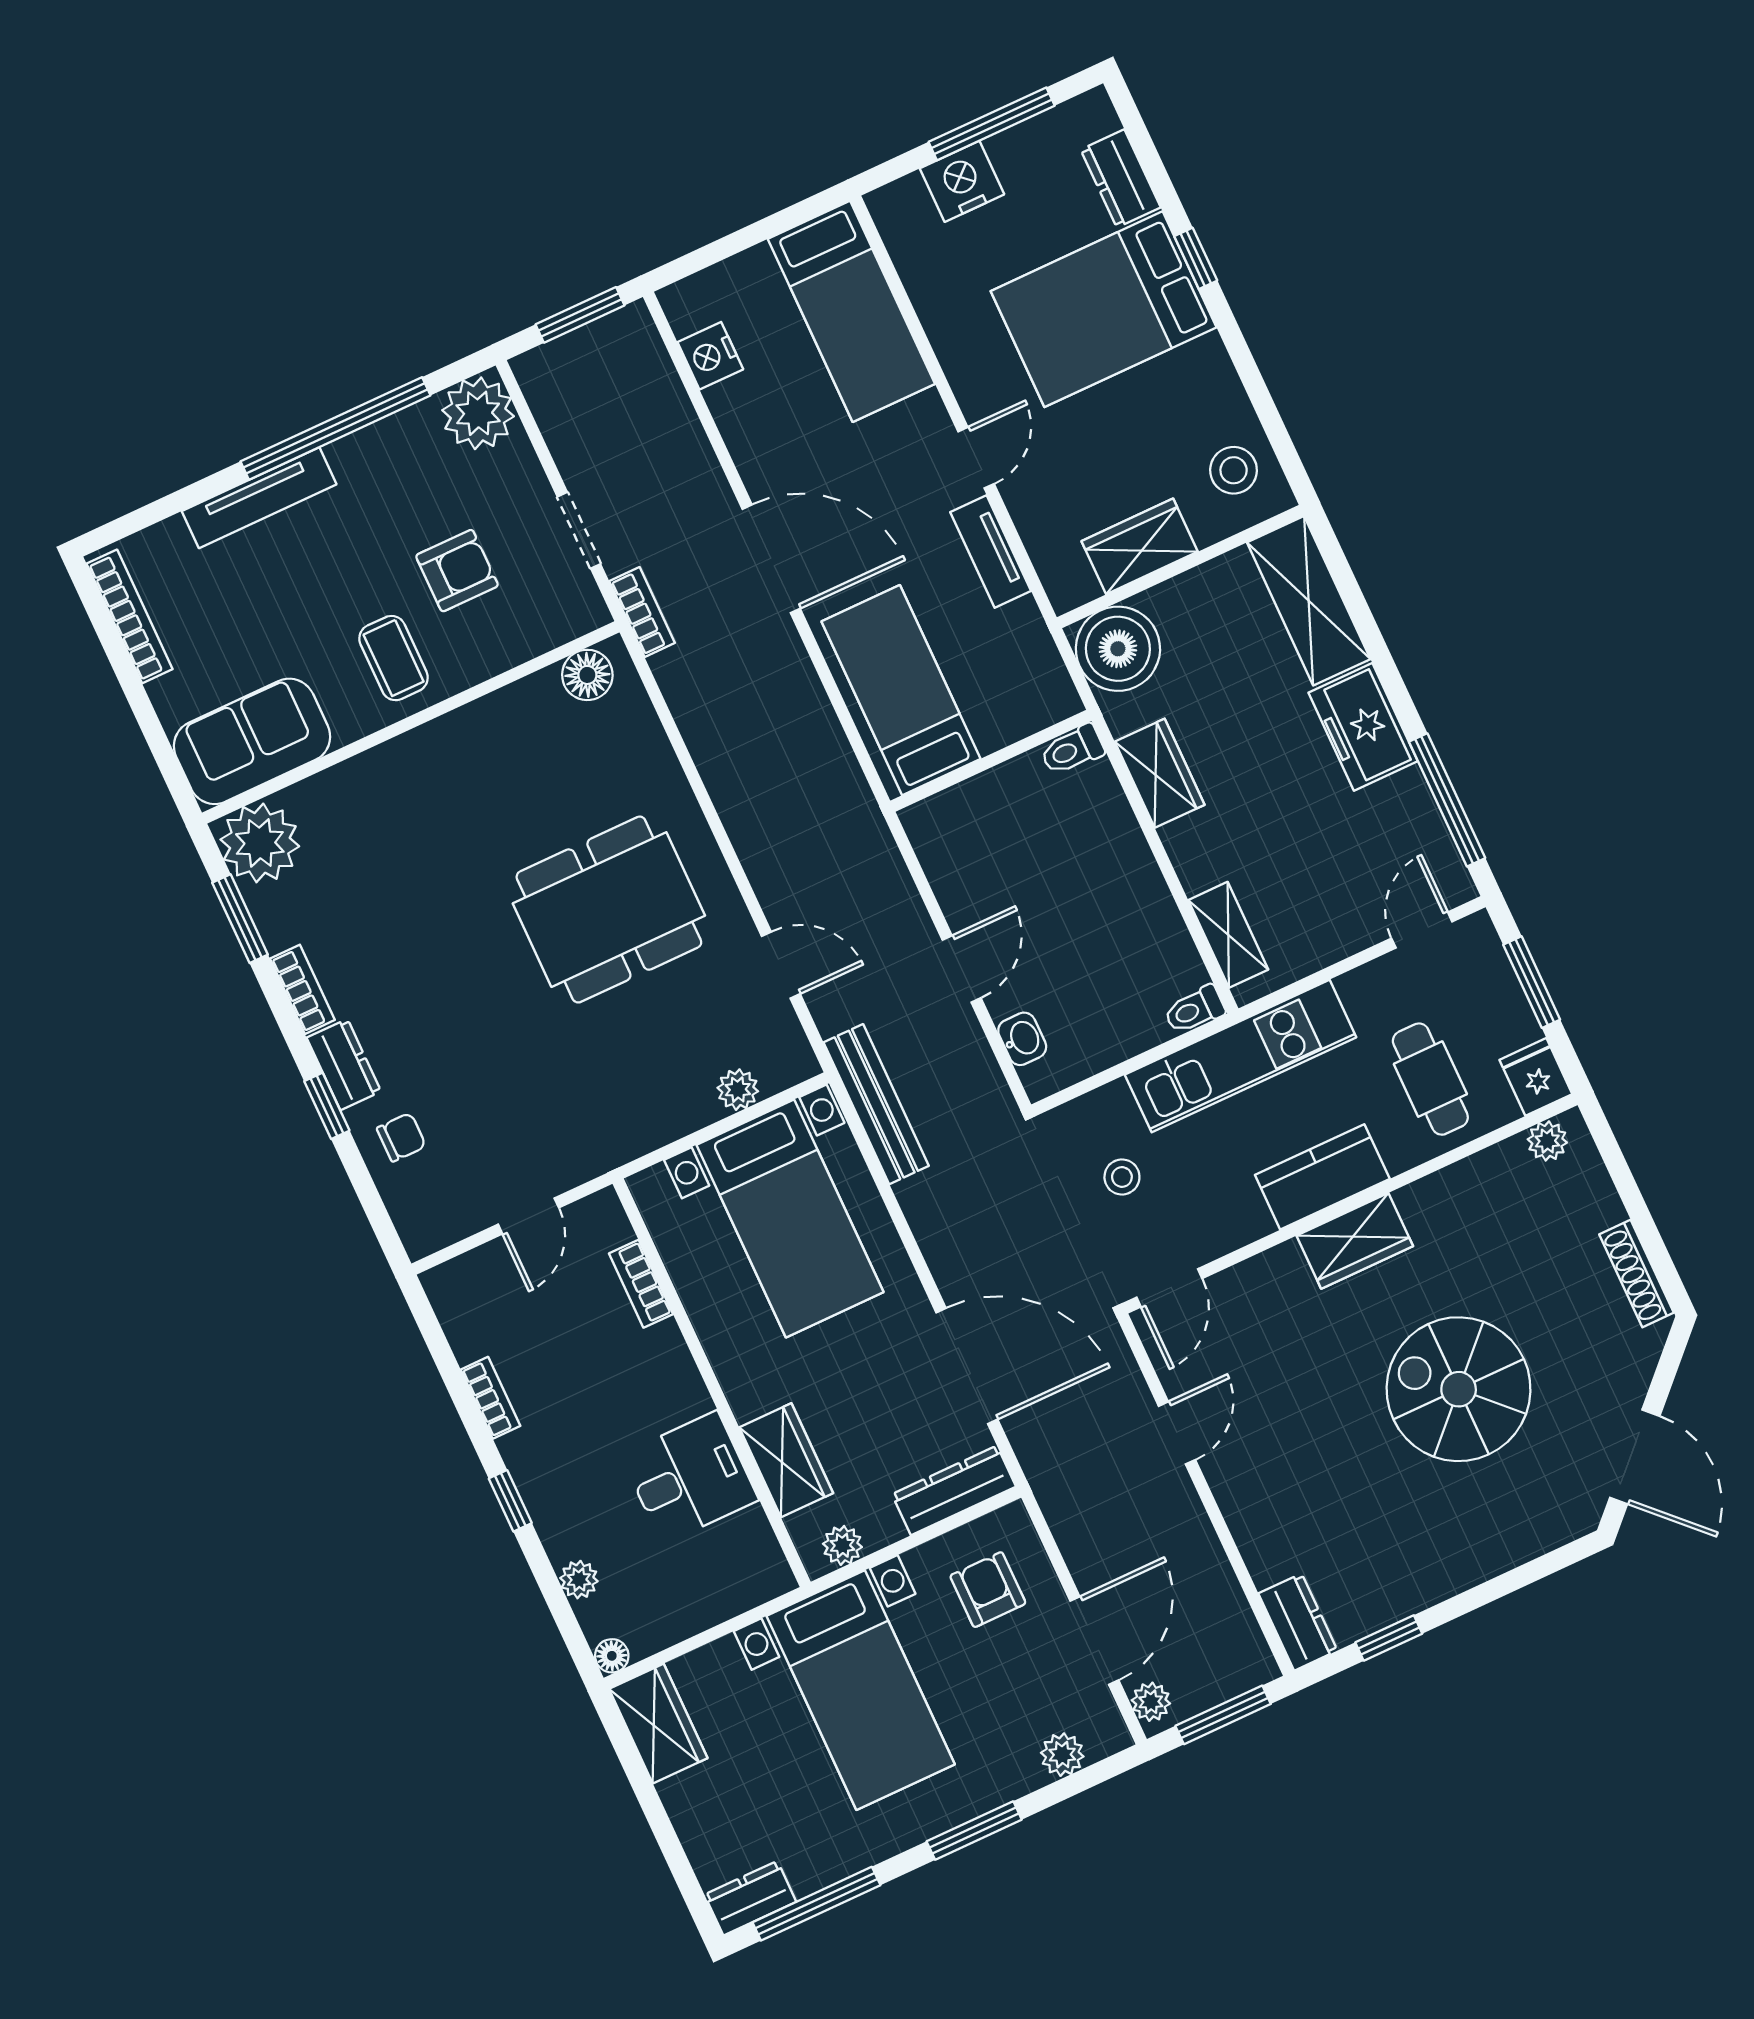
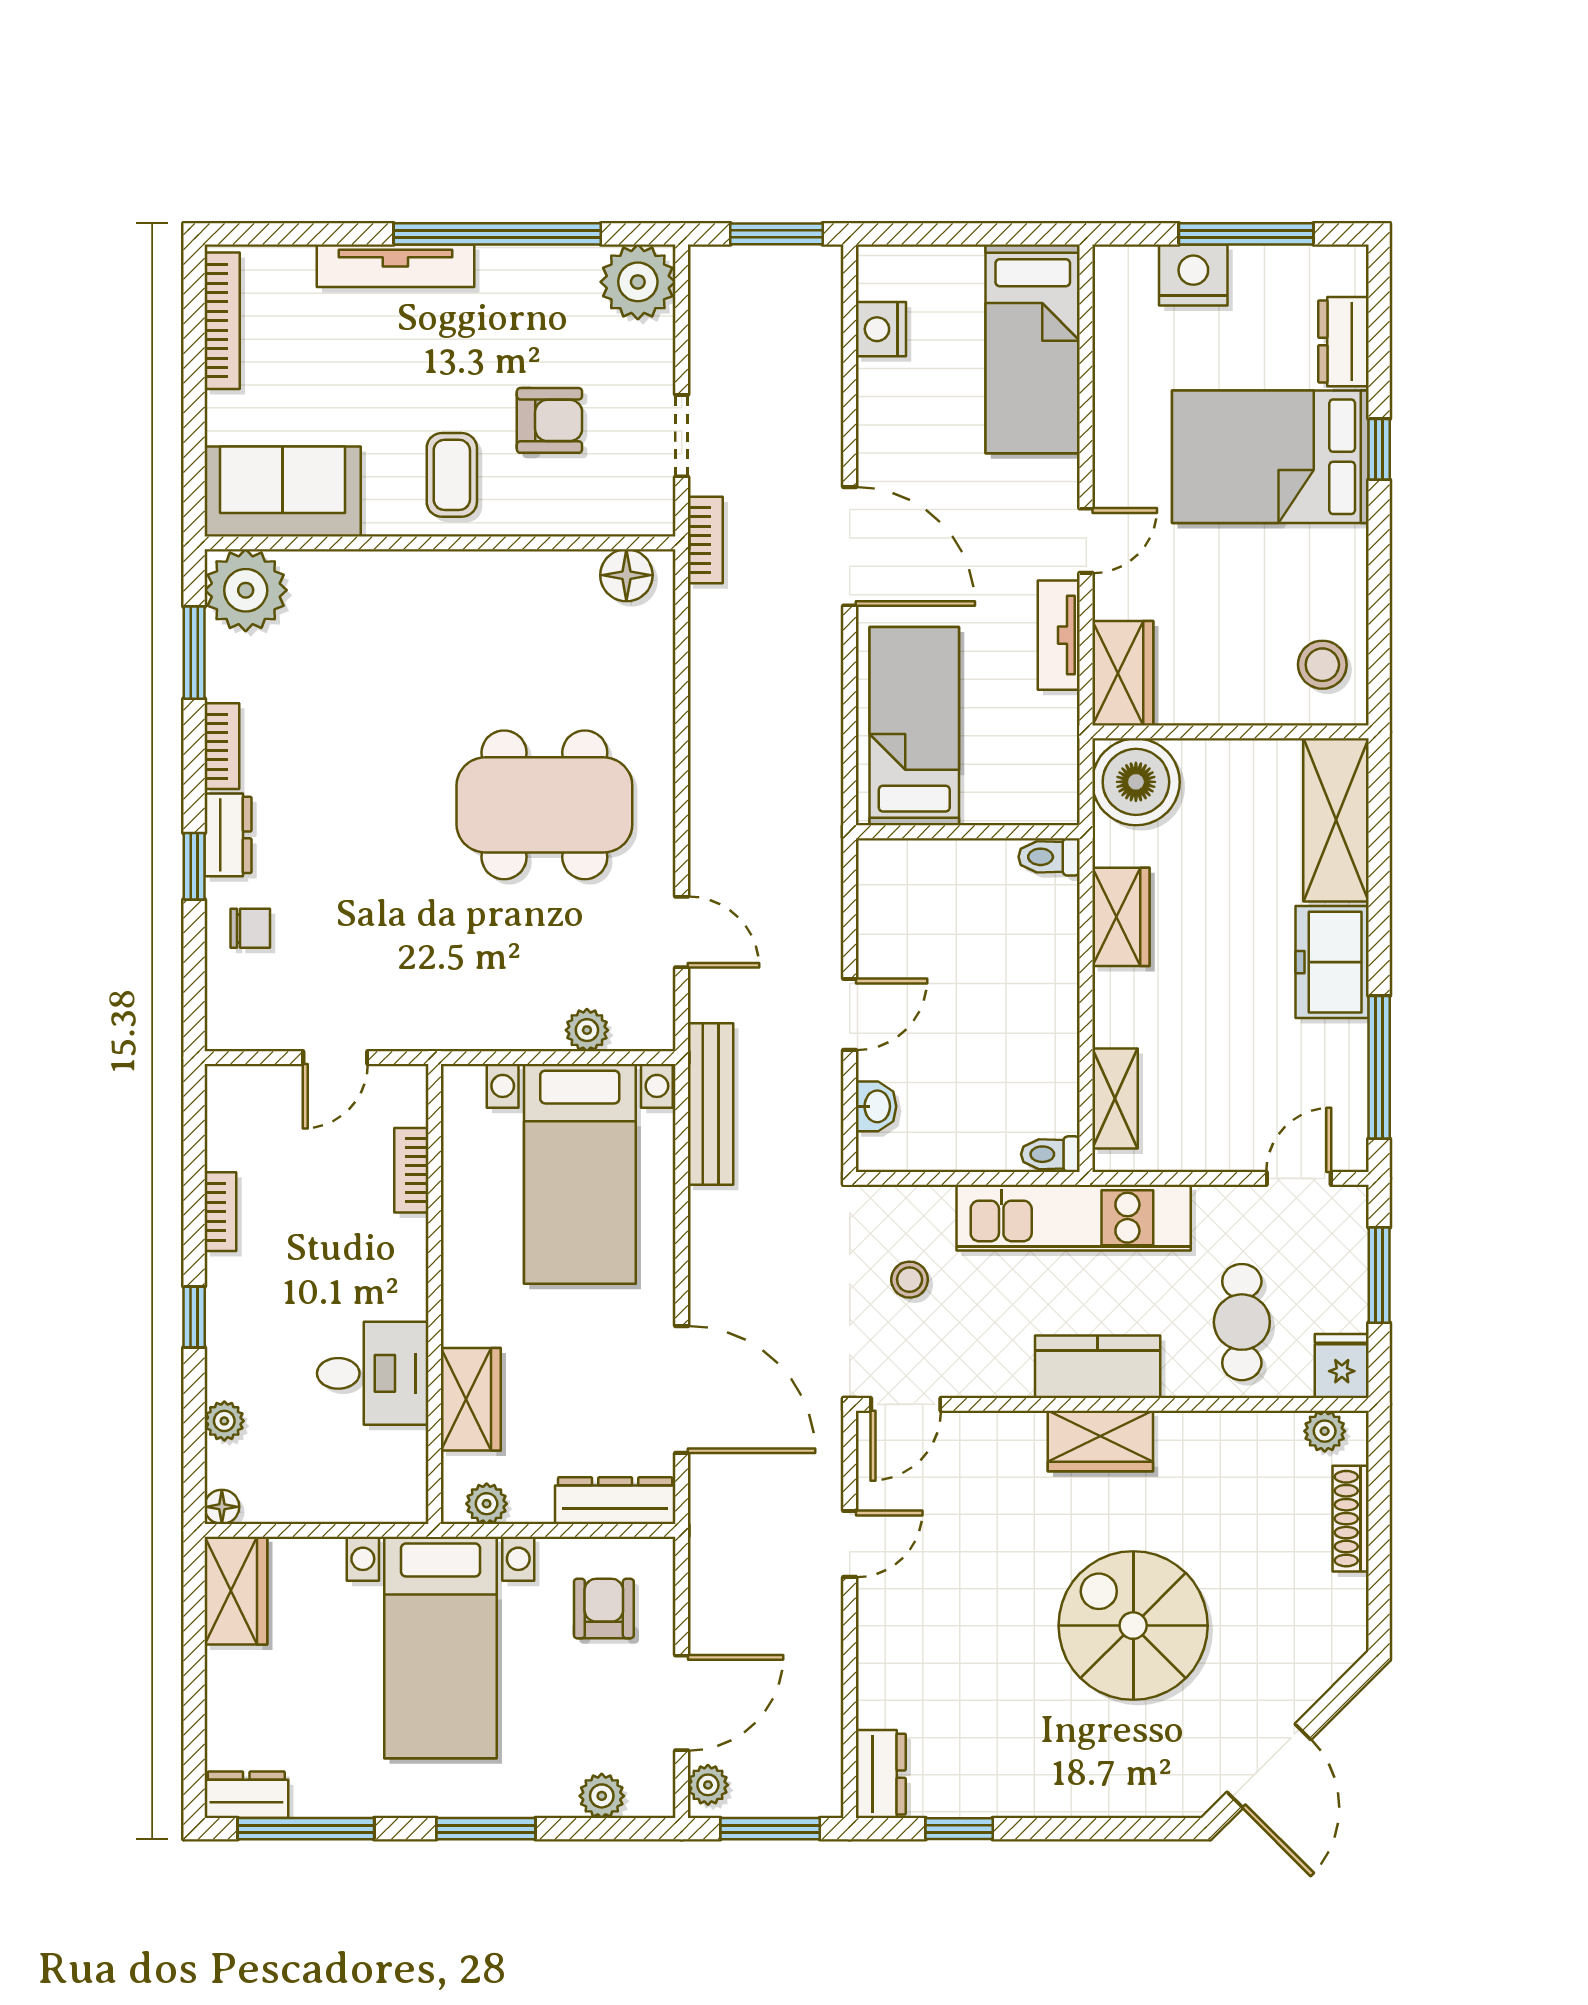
wardrobe: (1140, 546) -> (1123, 673), moved, turned 90
shoe rack: (1637, 1274) -> (1351, 1519), moved

